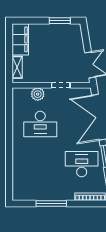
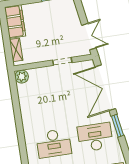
plant: (38, 94) -> (22, 77), moved
desk: (40, 124) -> (54, 143), moved

